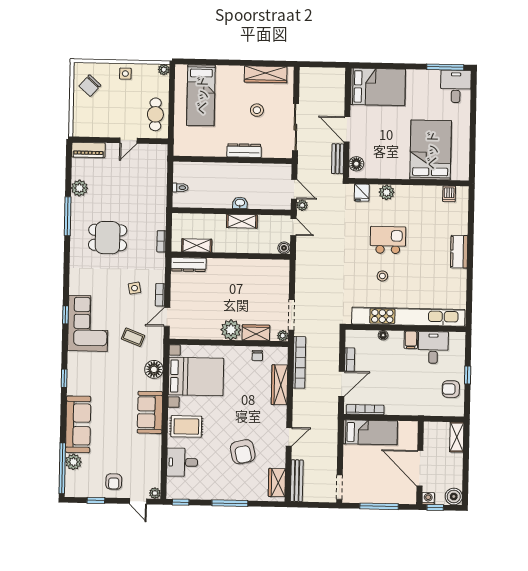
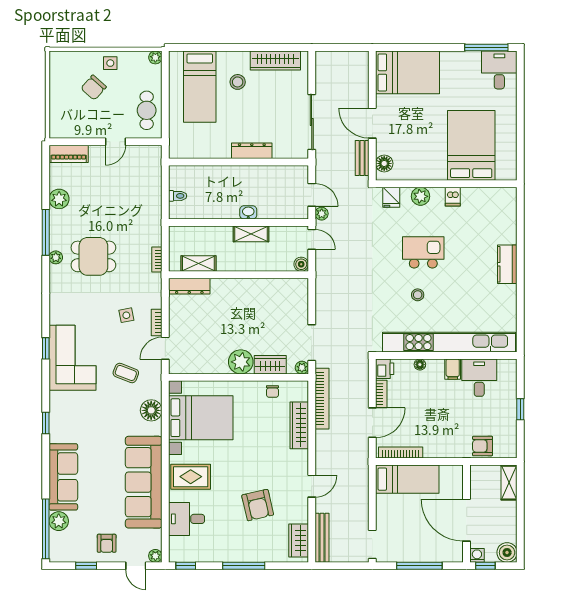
chair: (90, 86) -> (94, 88), moved
stool: (257, 110) -> (238, 82), moved
dishwasher: (449, 194) -> (453, 197), moved
plant: (76, 238) -> (56, 257), added
printer: (353, 338) -> (385, 369), added
armchair: (451, 389) -> (483, 446), moved
sofa: (150, 412) -> (144, 482), width x1.85, depth x1.27

